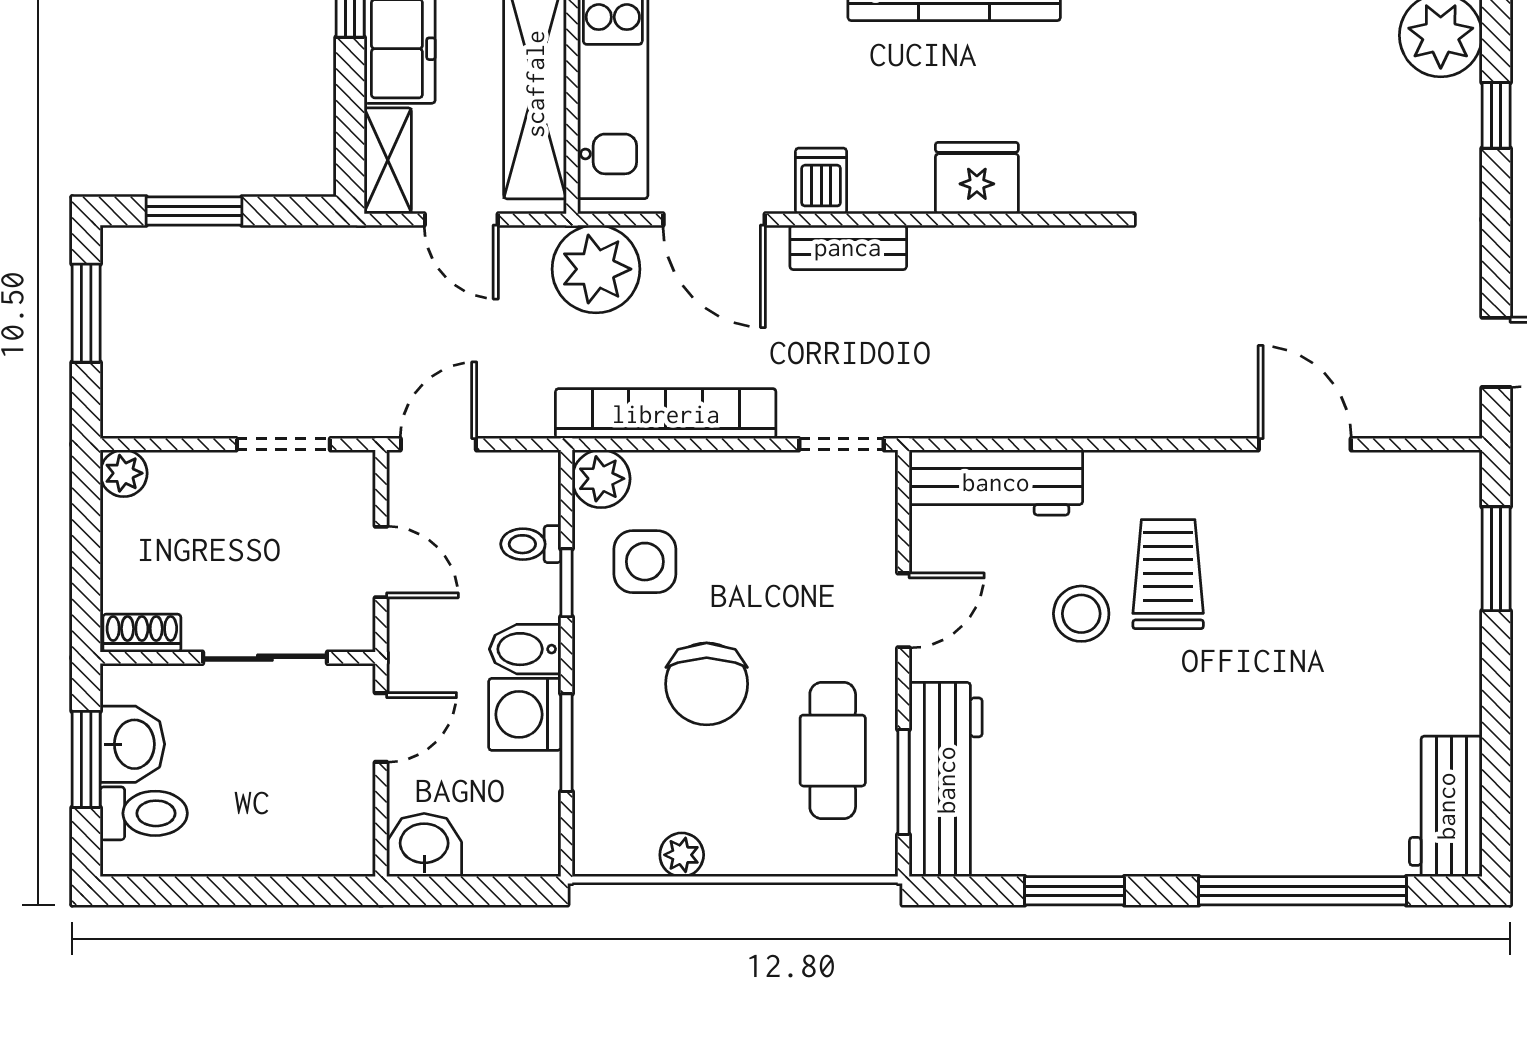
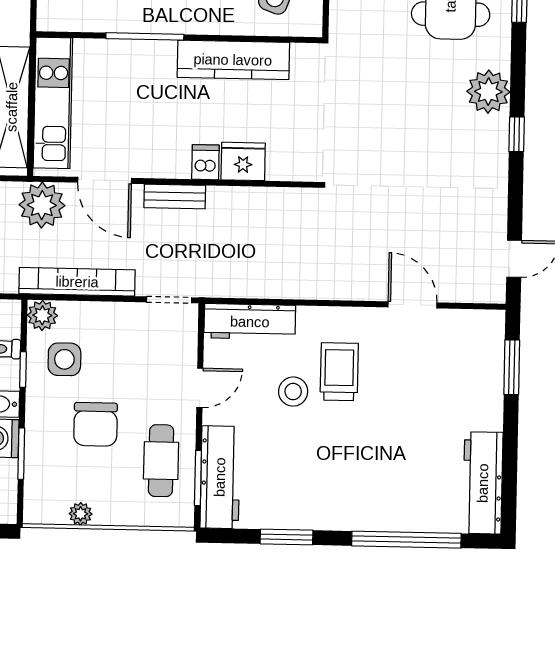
dishwasher: (821, 181) -> (205, 162), moved
workbench: (1446, 806) -> (483, 483), width x1.37

